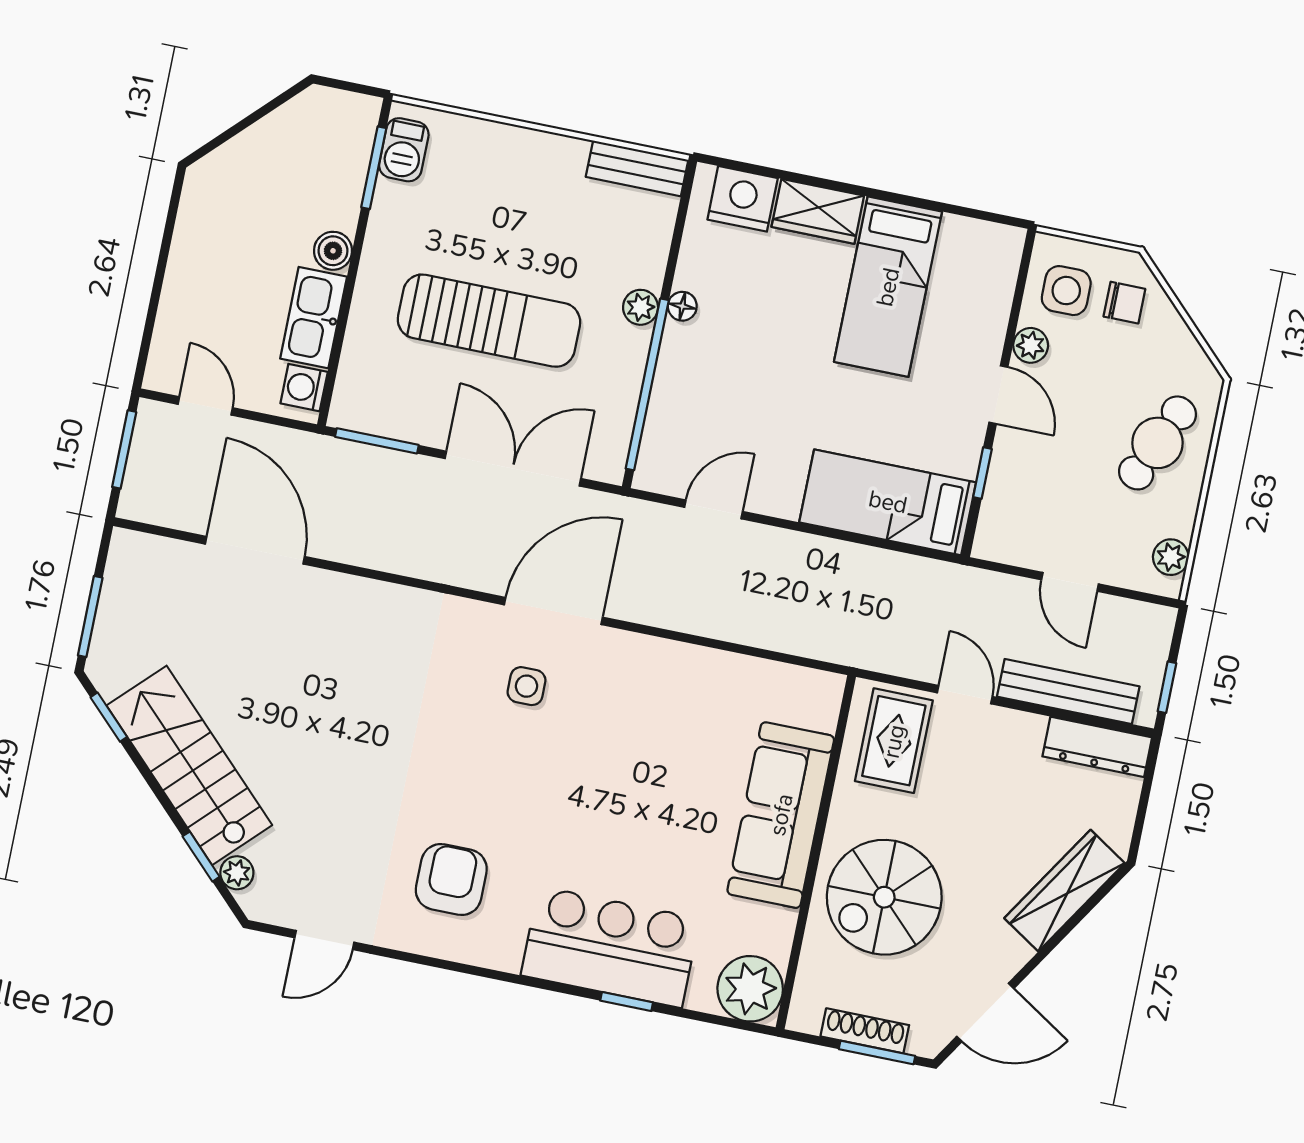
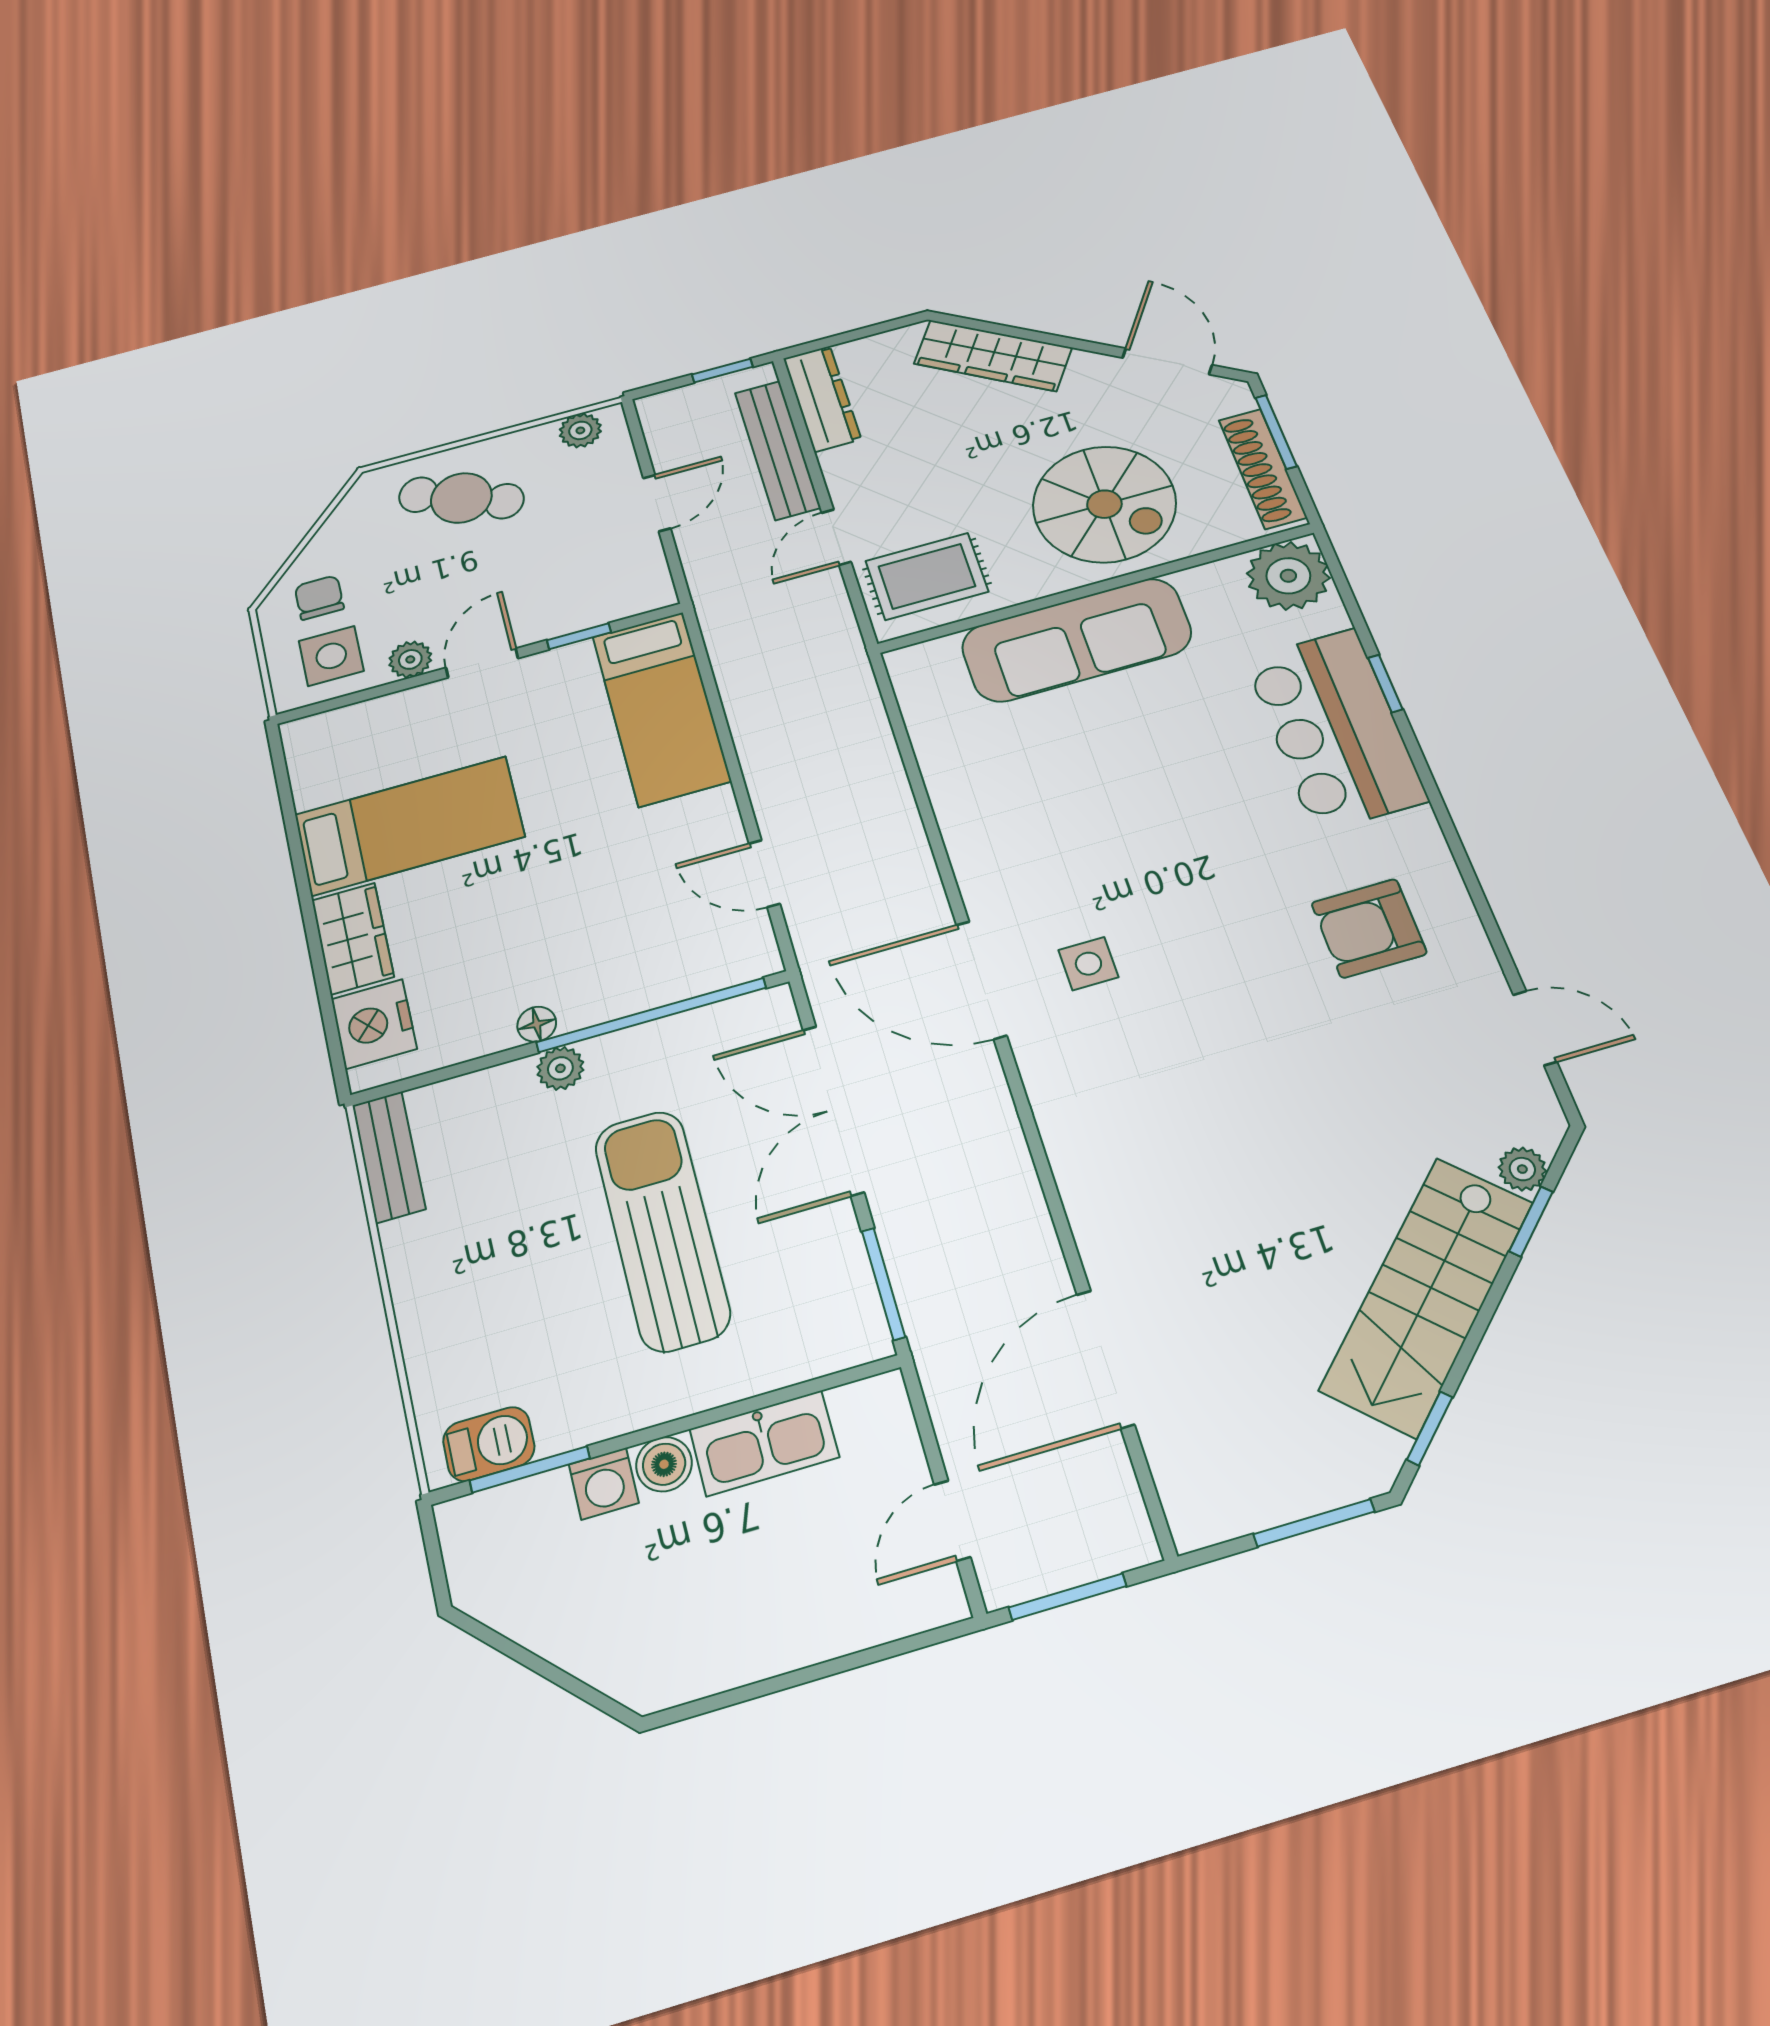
washing machine: (304, 388) -> (604, 1484), moved
shoe rack: (865, 1031) -> (1263, 469), width x1.36, depth x1.24

